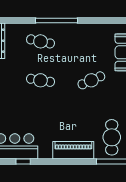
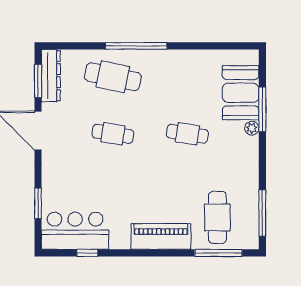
cafe table: (41, 41) -> (113, 77), width x1.37, depth x1.35
cafe table: (91, 80) -> (187, 134), turned 33

